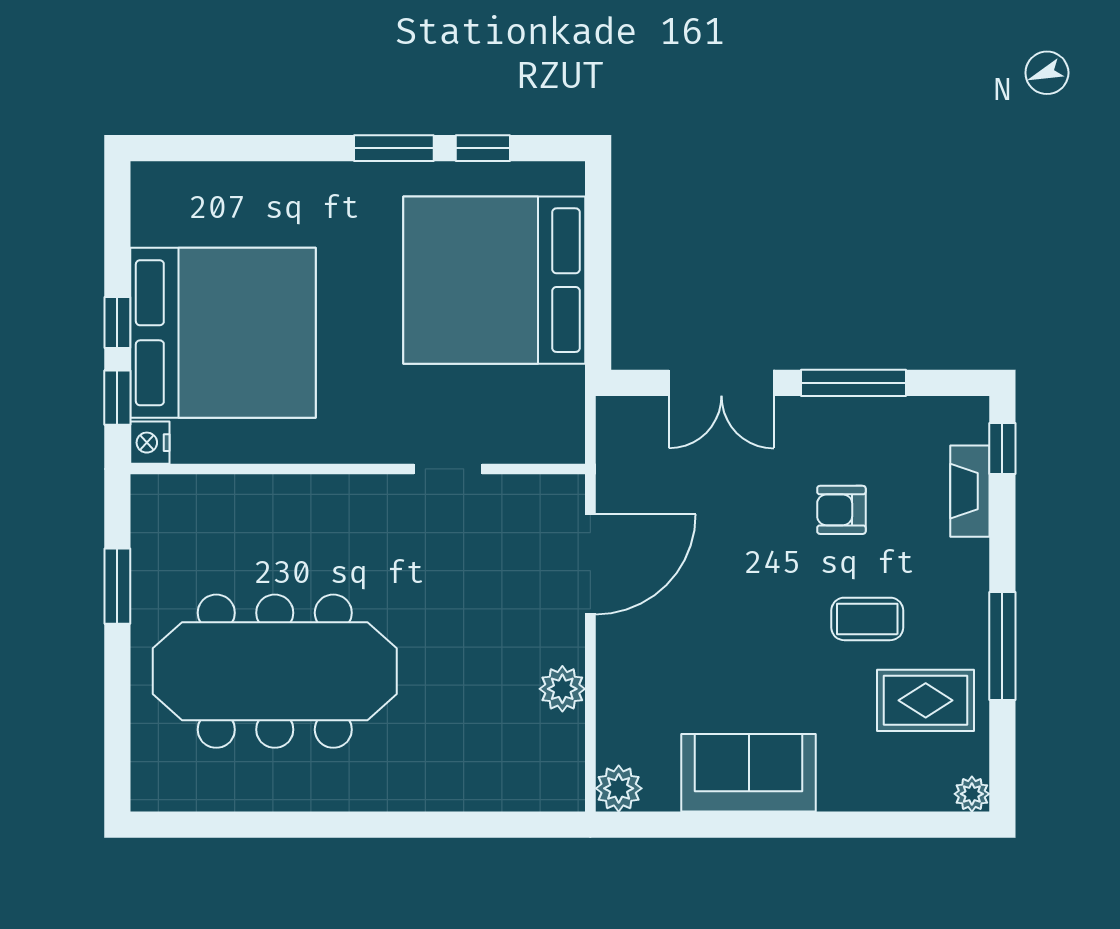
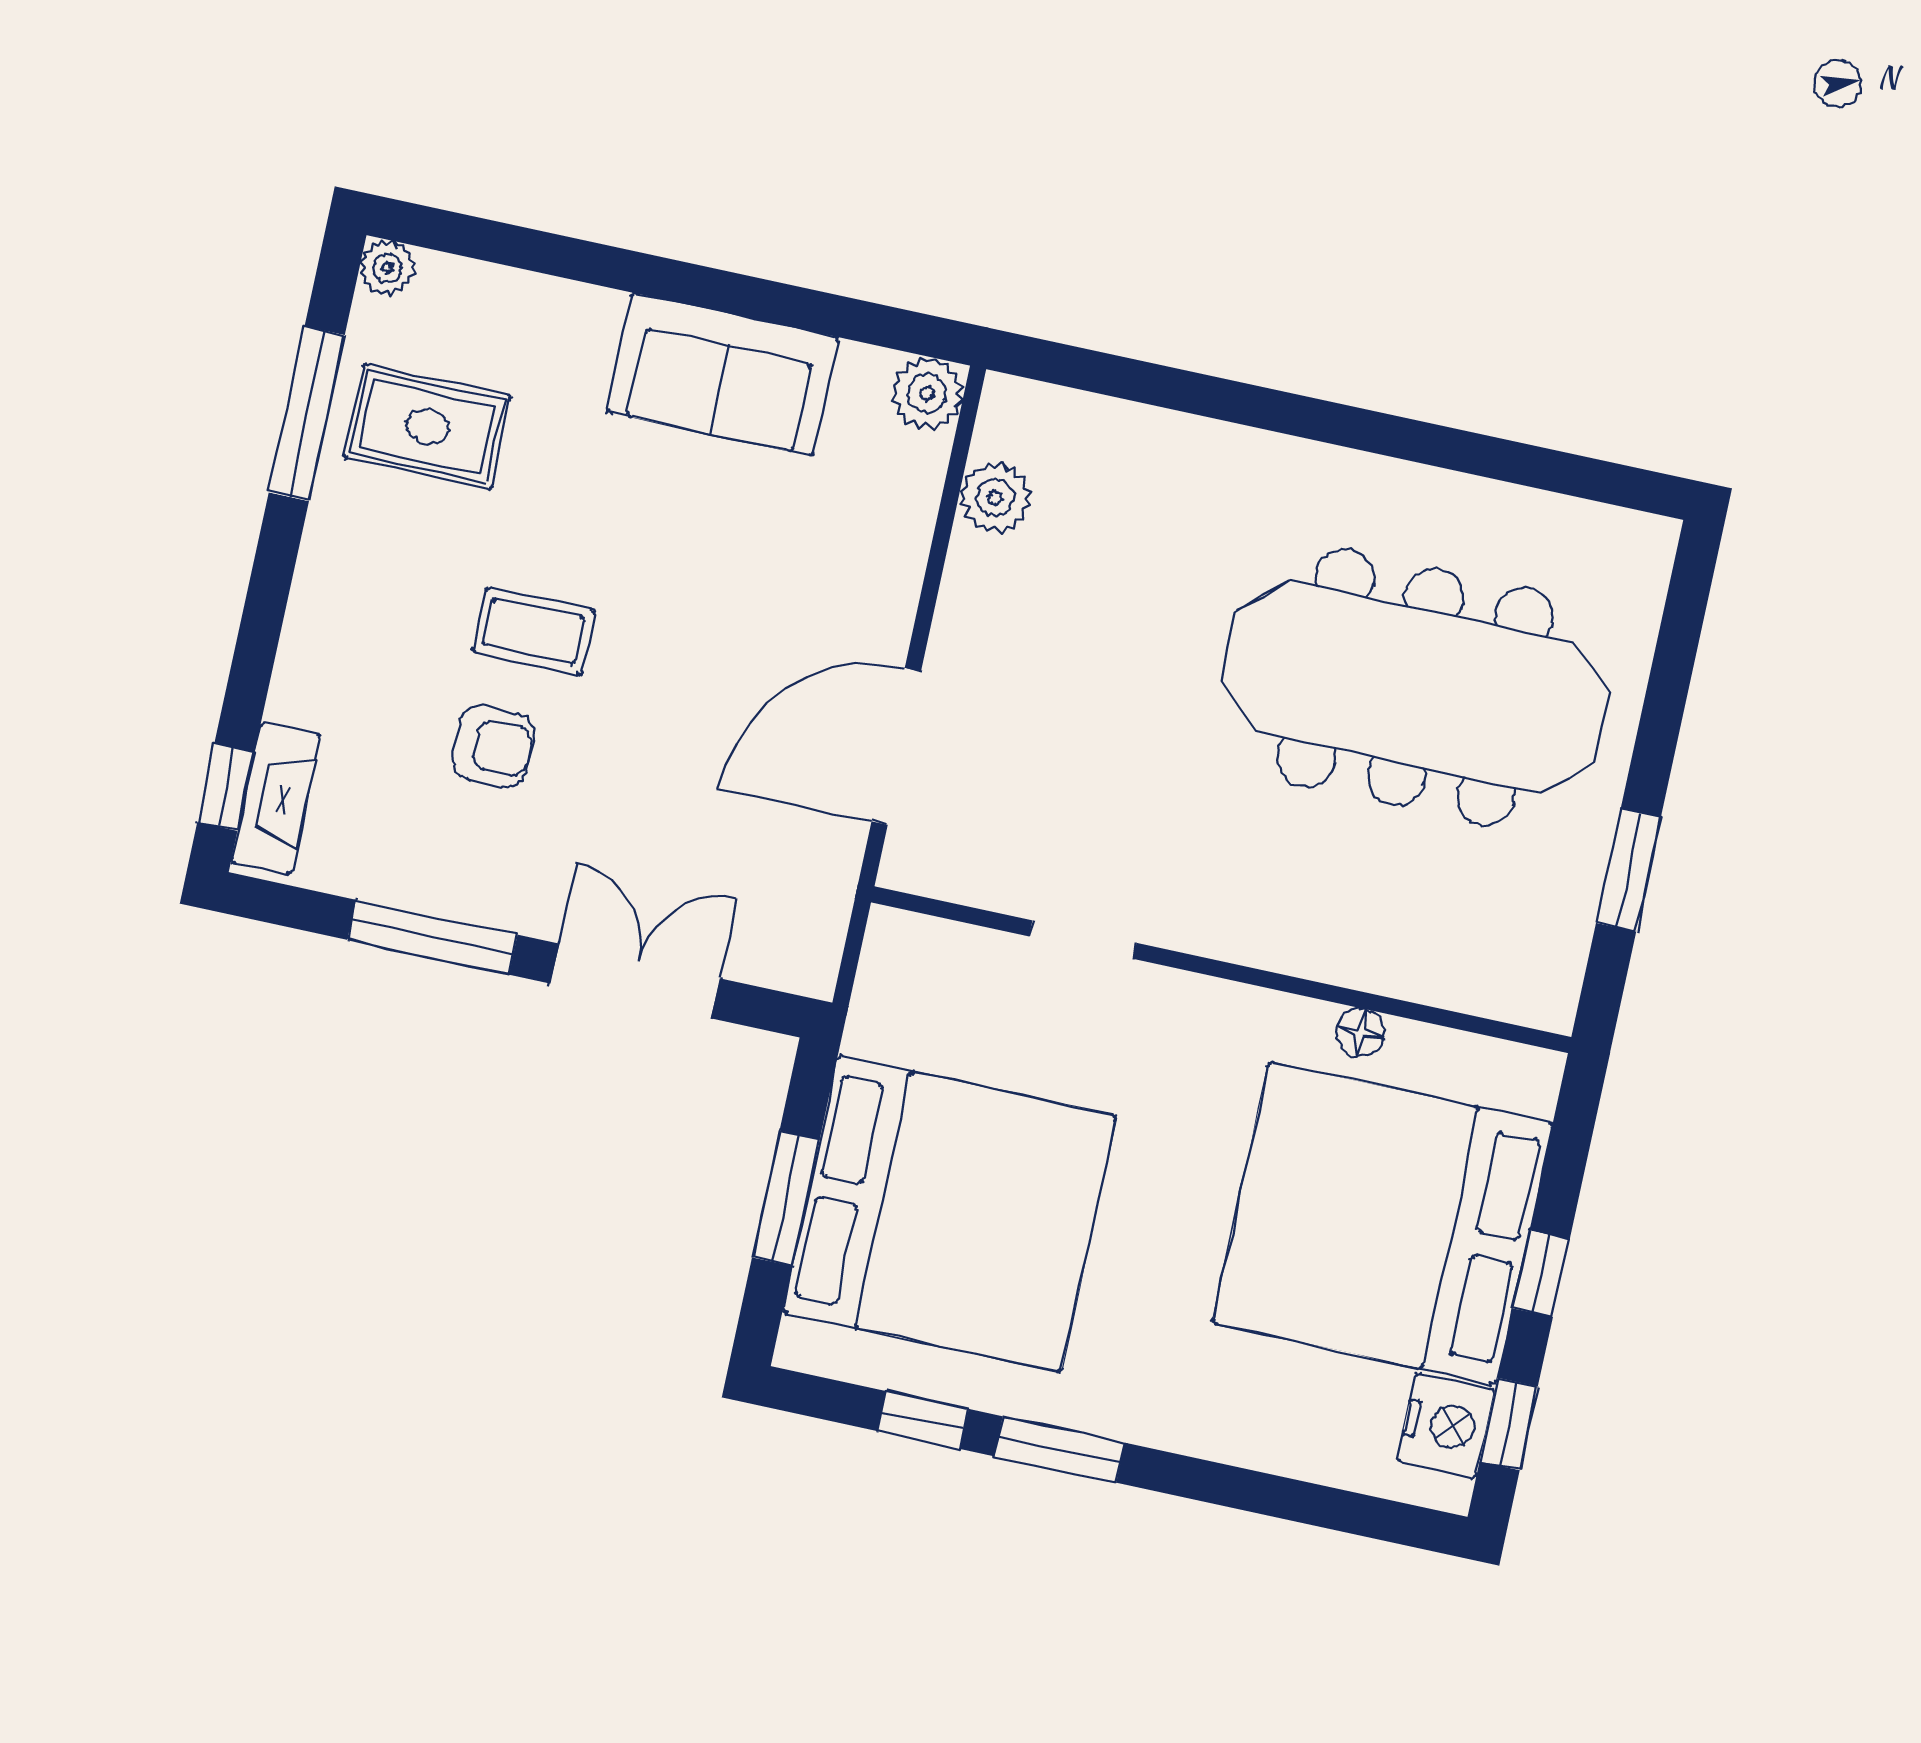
window: (598, 268) -> (786, 1198), added
window: (117, 398) -> (1509, 1424), moved
nightstand: (150, 443) -> (1446, 1425), moved, width x1.36, depth x1.33
floor lamp: (263, 448) -> (1360, 1033), added
fireplace: (970, 491) -> (276, 798), moved
coffee table: (867, 619) -> (534, 631), moved
window: (1002, 646) -> (307, 414), moved
plant: (562, 689) -> (995, 498), moved

